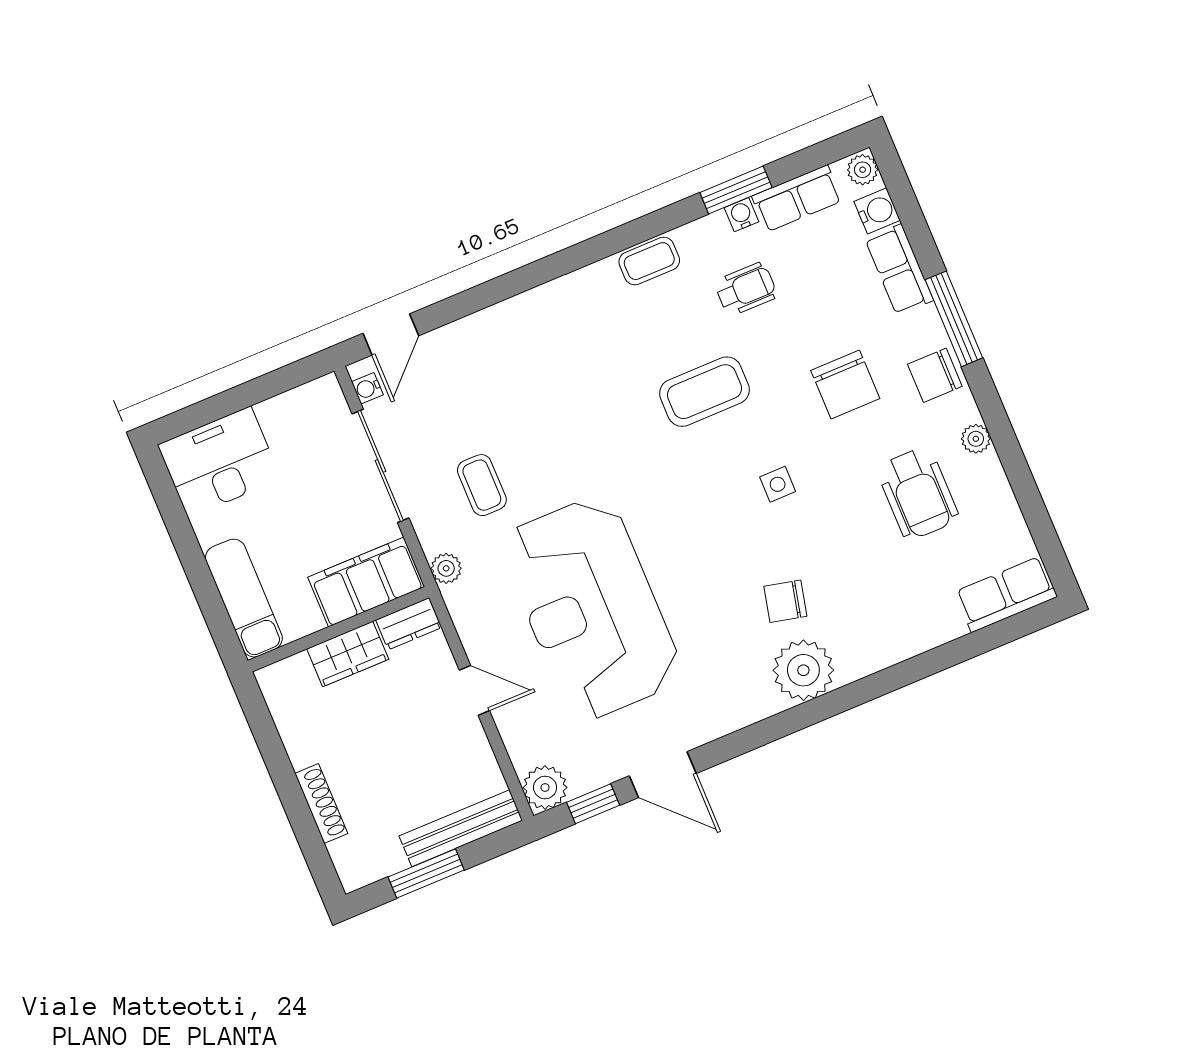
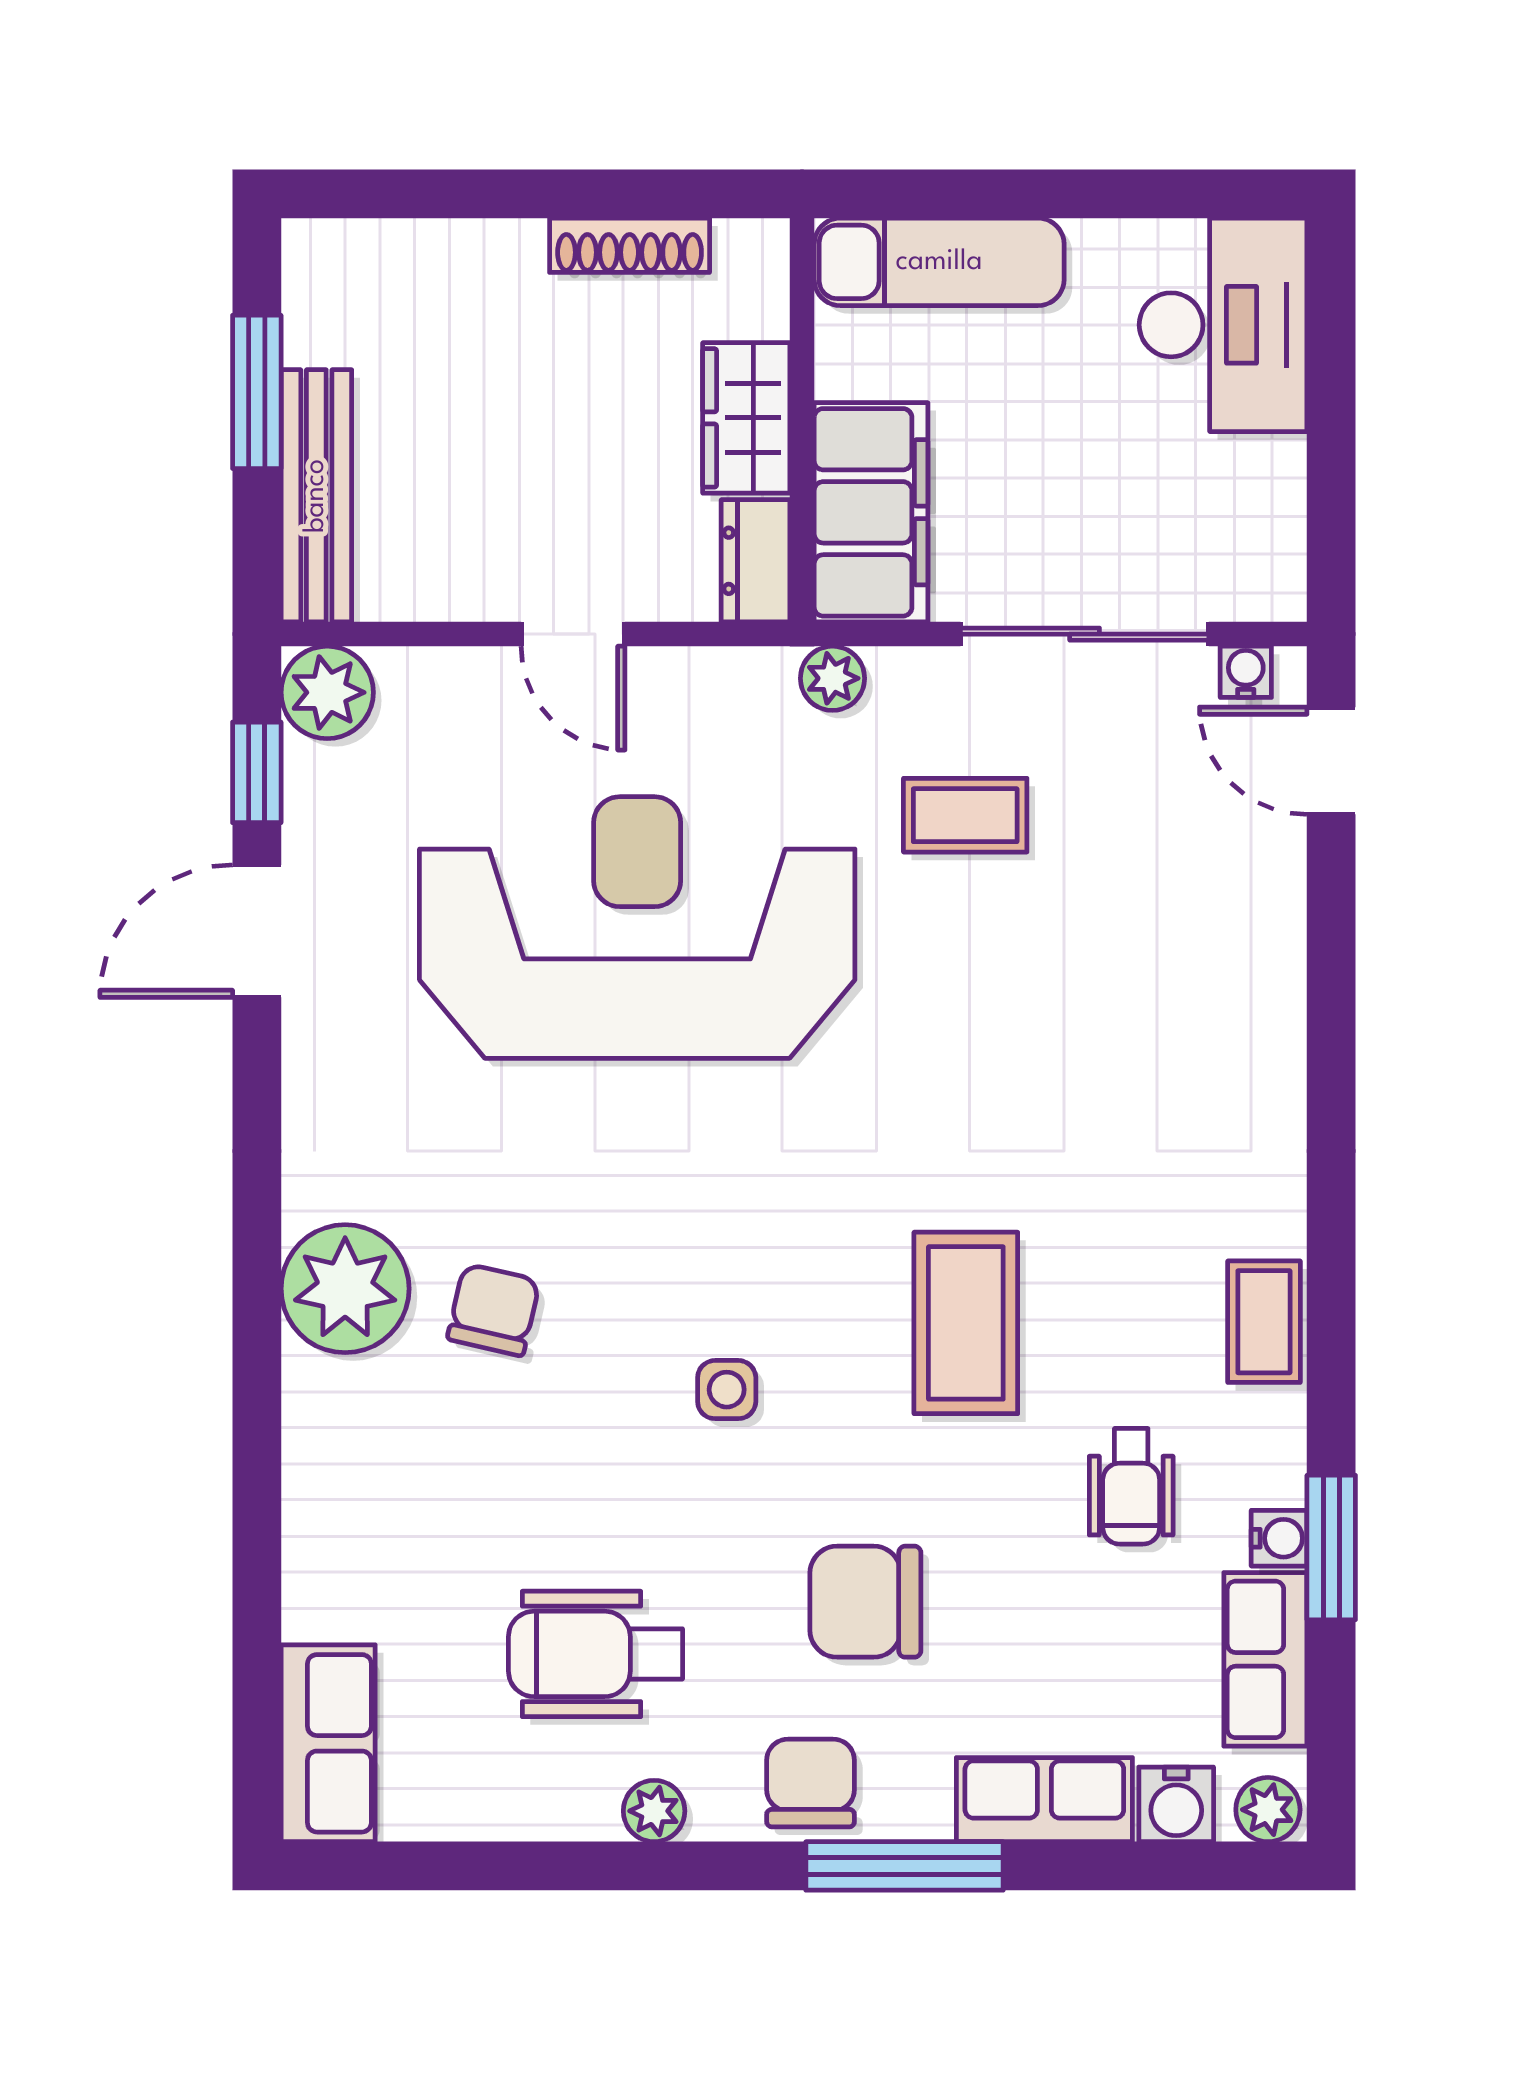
door: (474, 690) -> (573, 634), hinge flipped
shoe rack: (321, 803) -> (630, 245), moved

